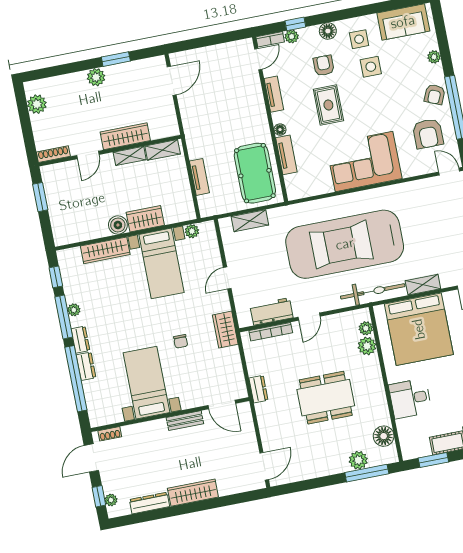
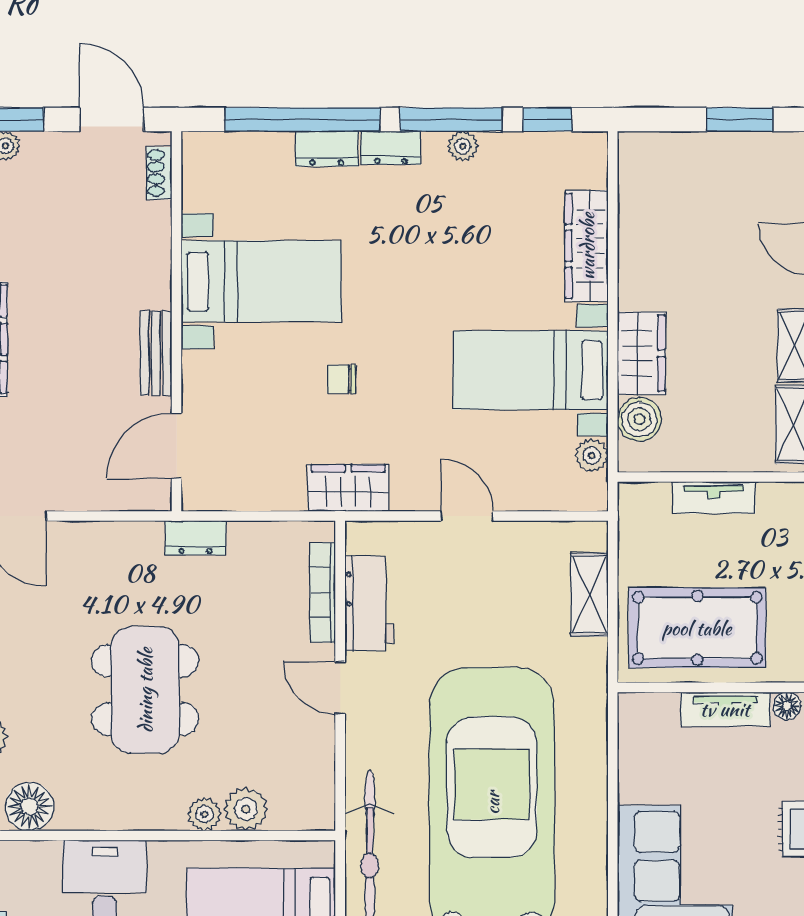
boiler: (118, 225) -> (639, 419), moved
plant: (366, 328) -> (204, 814), moved

